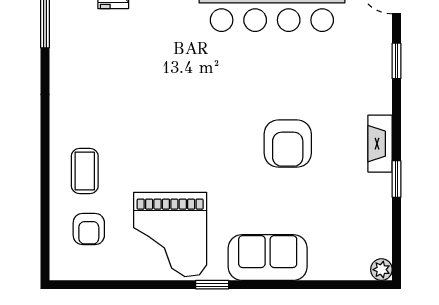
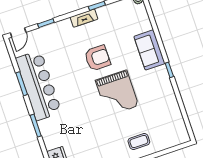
armchair: (89, 229) -> (163, 131), removed
grand piano: (170, 234) -> (117, 93), moved, turned 90

